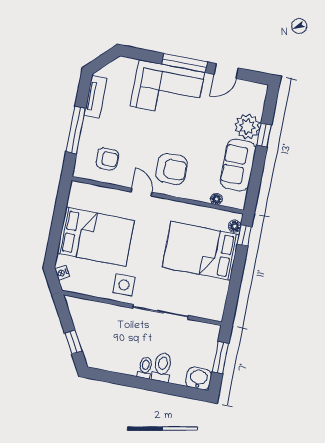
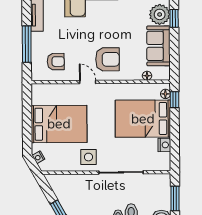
nightstand: (221, 289) -> (164, 145), added

